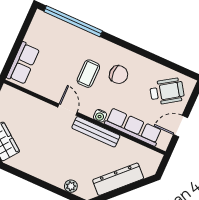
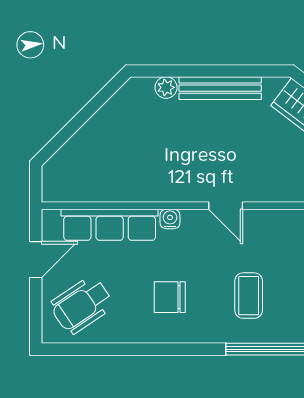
coffee table: (88, 74) -> (249, 296), moved
bench: (96, 132) -> (220, 88), moved
dresser: (118, 179) -> (96, 132), removed

